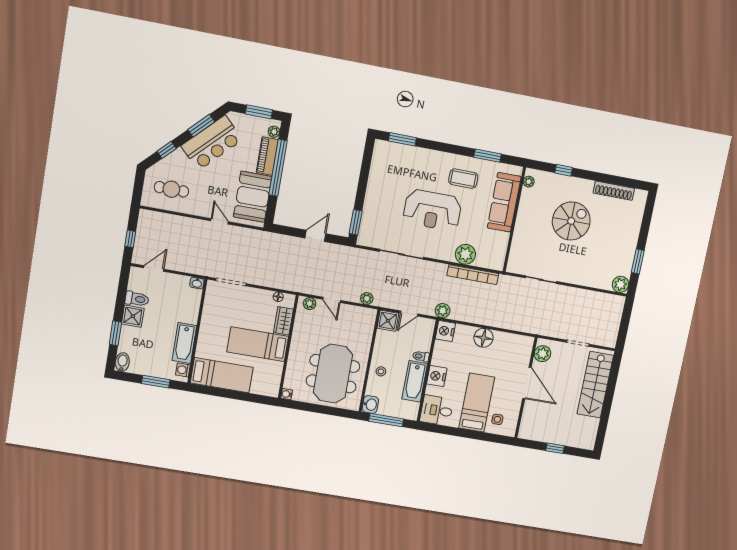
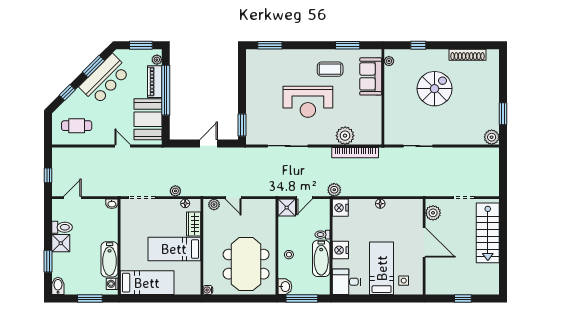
sofa: (504, 202) -> (371, 76), width x0.73
plant: (367, 298) -> (175, 191), moved
floor lamp: (483, 338) -> (380, 204), width x0.53, depth x0.53

